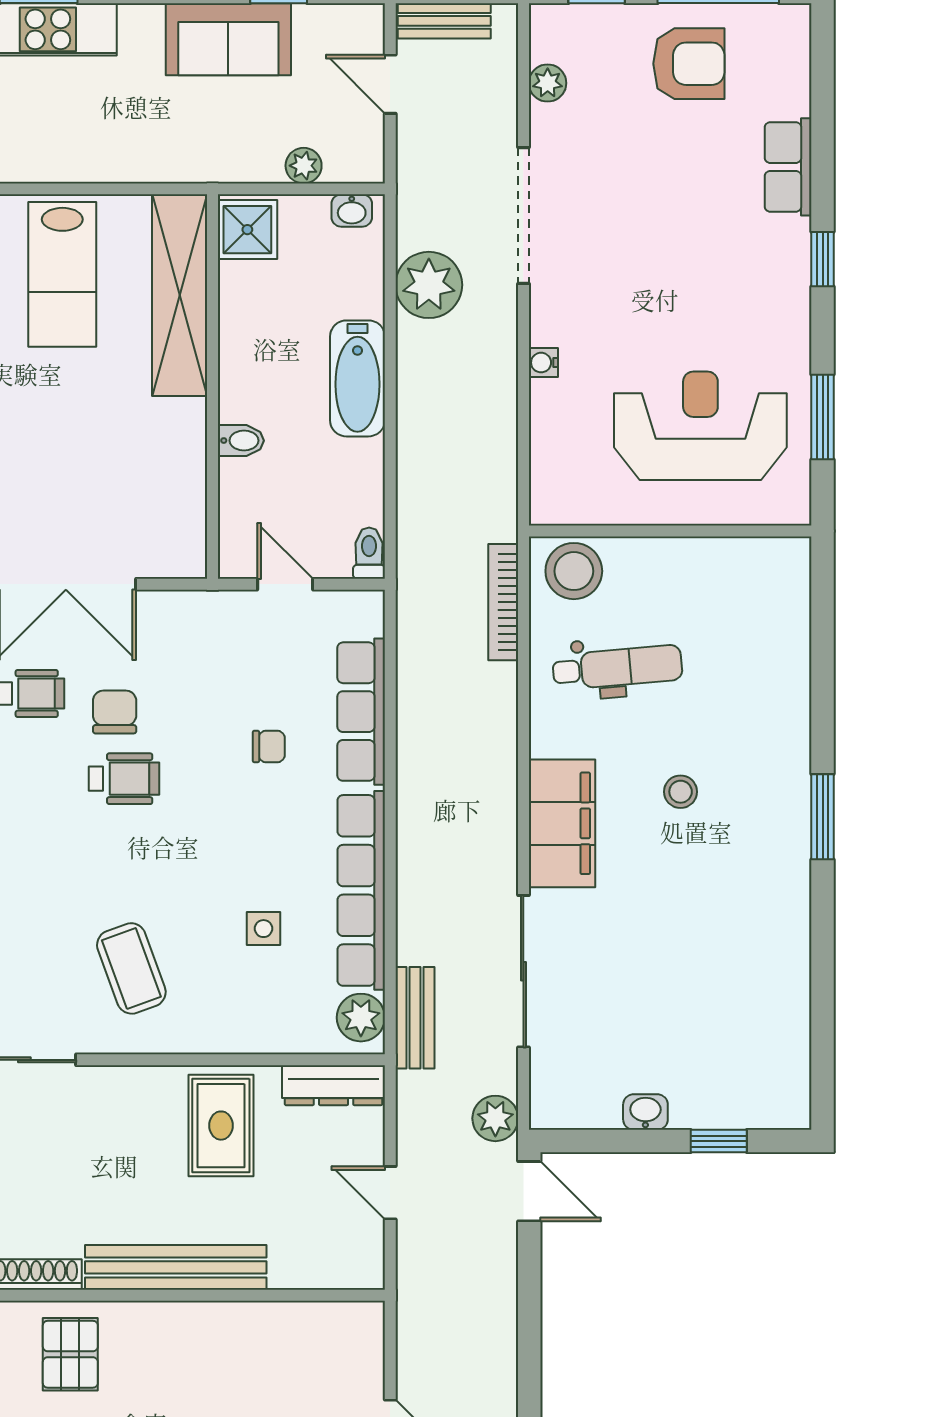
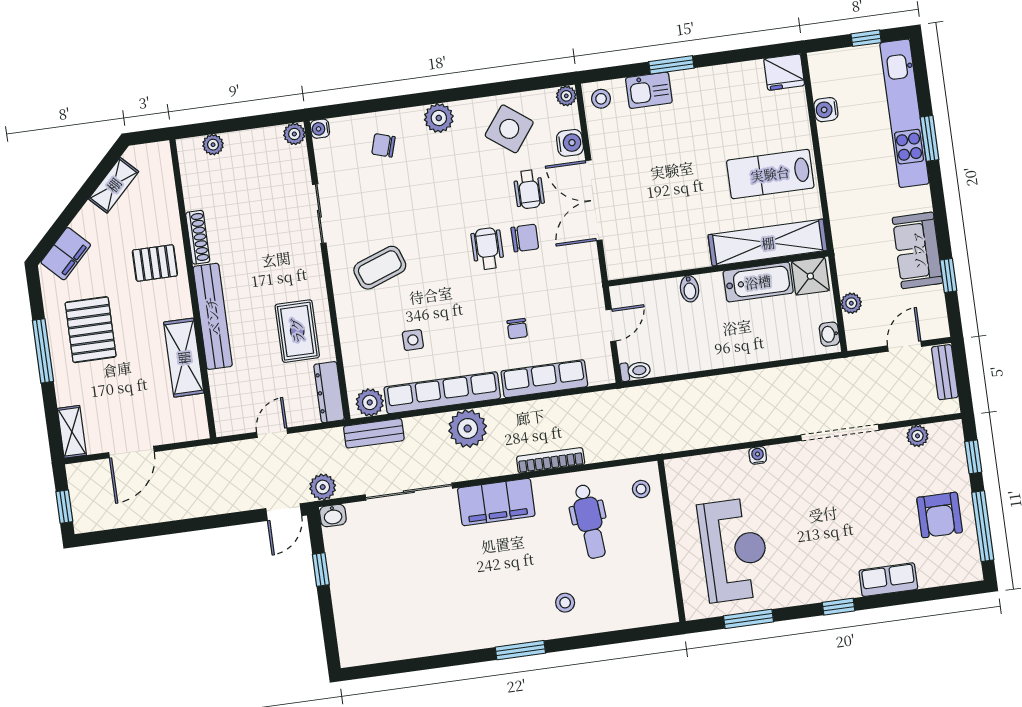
plant: (429, 285) -> (468, 429), moved
bathtub: (357, 378) -> (758, 282), moved, turned 180
stool: (574, 571) -> (641, 489), width x0.53, depth x0.53
bookcase: (503, 602) -> (551, 460), moved
wheelchair: (124, 779) -> (488, 249), turned 180
stool: (681, 792) -> (565, 603), moved
washbasin: (645, 1112) -> (333, 516), moved, turned 90
rug: (221, 1126) -> (297, 331), turned 90
window: (719, 1141) -> (321, 569), moved
shelving: (240, 1327) -> (184, 358), added

